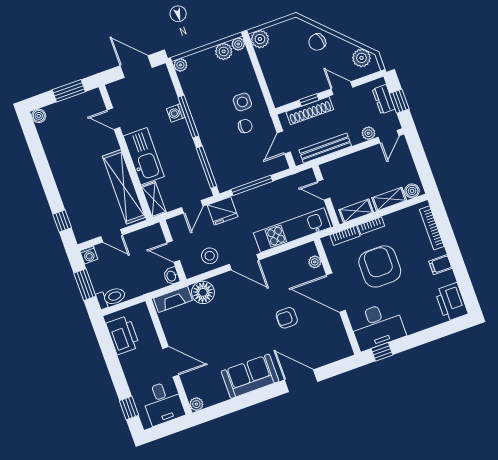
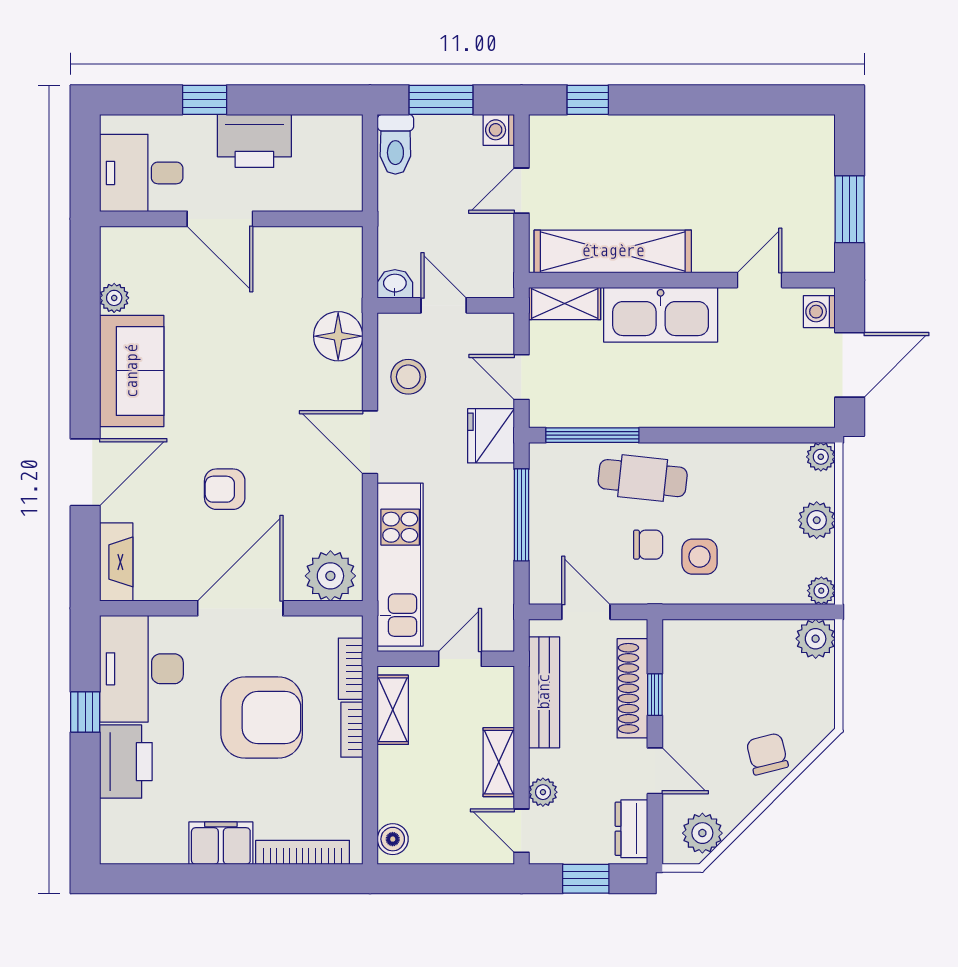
plant: (224, 51) -> (817, 520), moved
door: (342, 88) -> (655, 771), hinge flipped
dresser: (384, 99) -> (631, 829), moved, turned -90
washing machine: (176, 113) -> (819, 312), moved, turned -90
boiler: (39, 116) -> (820, 129), removed
window: (188, 117) -> (709, 435), removed
chair: (245, 126) -> (648, 545), turned -90
cafe table: (217, 139) -> (643, 478), added
shelving: (389, 199) -> (499, 762), moved
door: (173, 252) -> (444, 305), hinge flipped
door: (244, 262) -> (370, 442), hinge flipped
plant: (315, 262) -> (330, 576), width x1.88, depth x1.88
filing cabinet: (440, 265) -> (221, 843), width x2.00
fireplace: (173, 299) -> (116, 562), moved, turned 180
printer: (451, 302) -> (126, 762), moved, turned 90
armchair: (287, 318) -> (225, 489), turned -90
printer: (123, 335) -> (254, 141), moved
window: (382, 352) -> (85, 712), moved
door: (171, 362) -> (220, 219), hinge flipped
plant: (196, 404) -> (114, 298), moved
window: (129, 408) -> (205, 100), moved

